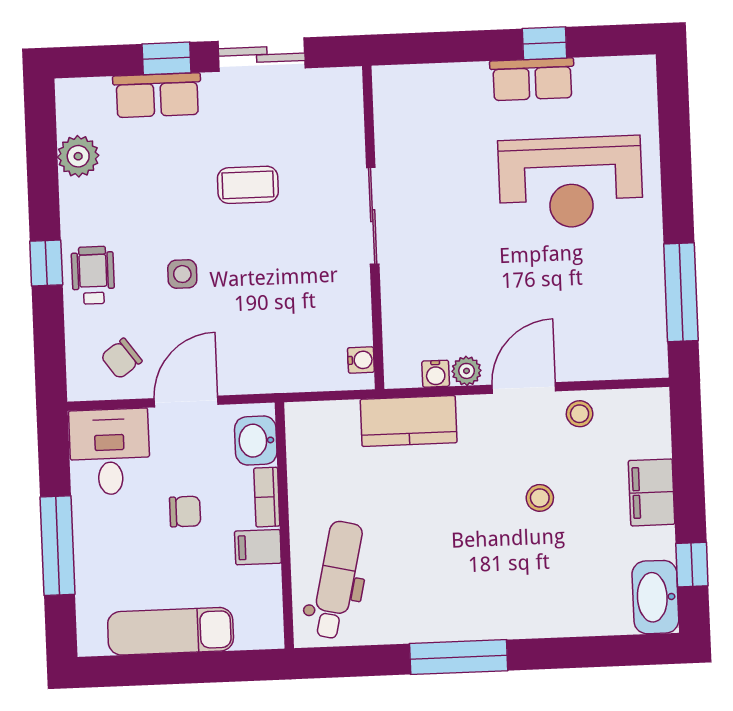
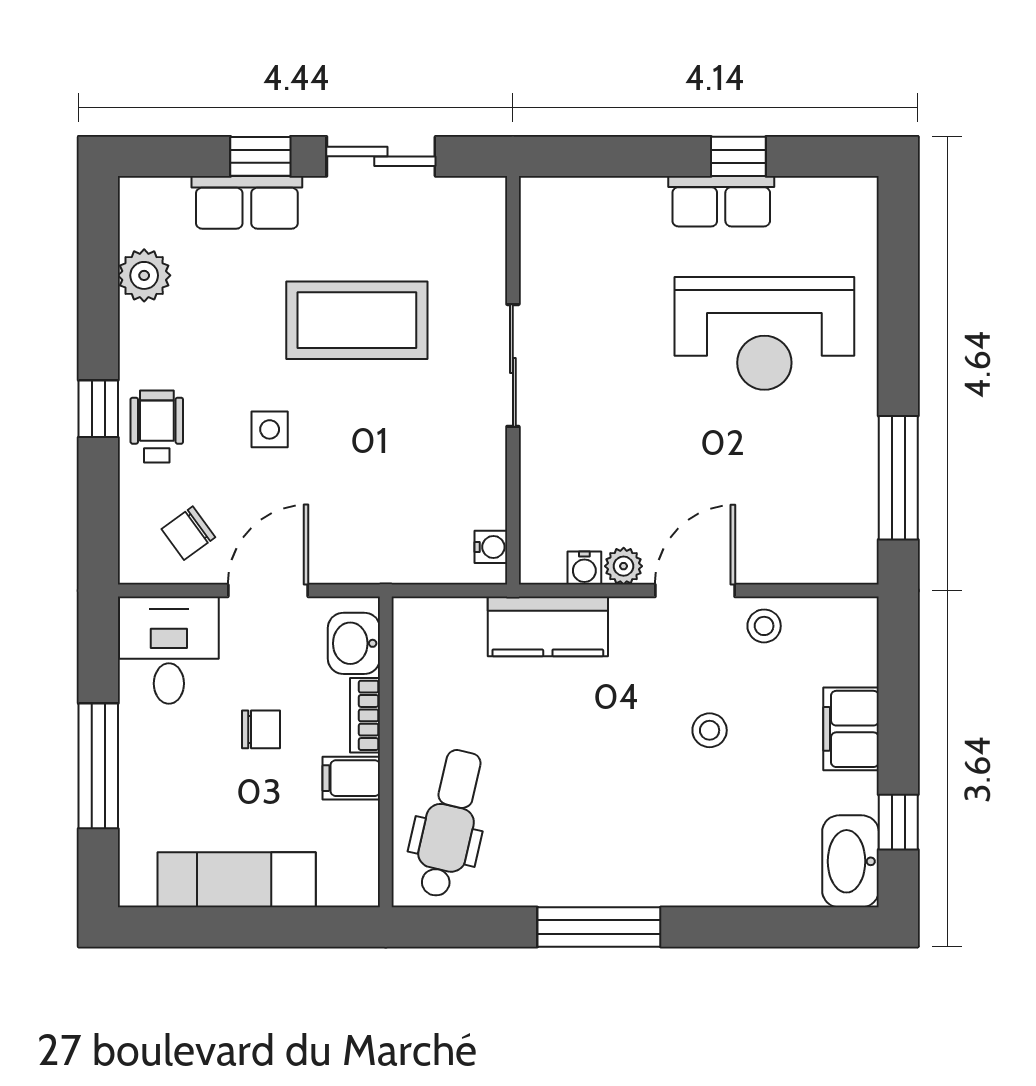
coffee table: (248, 185) -> (357, 320), width x1.86, depth x1.72

